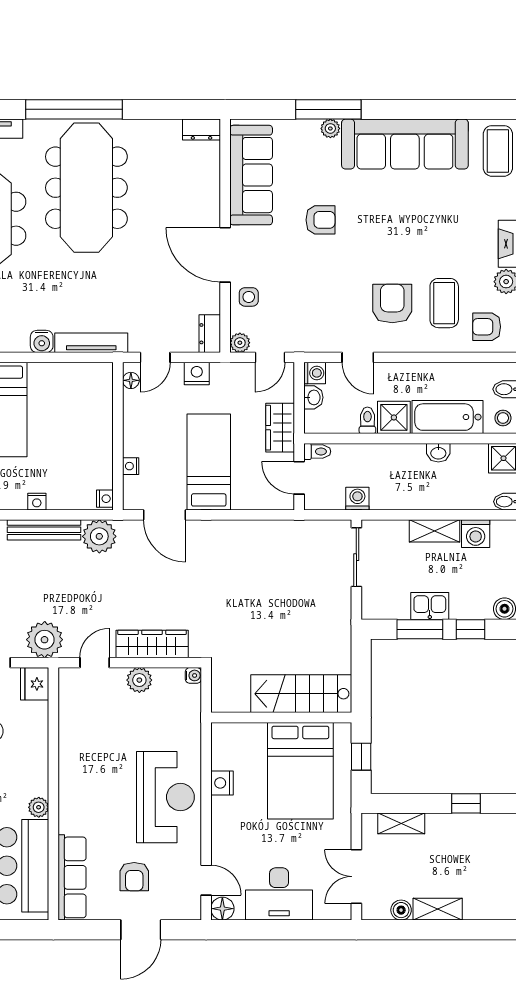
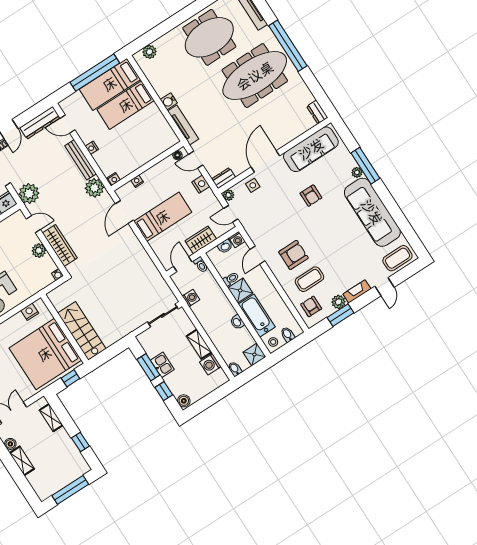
bed: (300, 771) -> (45, 354), width x1.36
nightstand: (222, 783) -> (30, 312), moved

